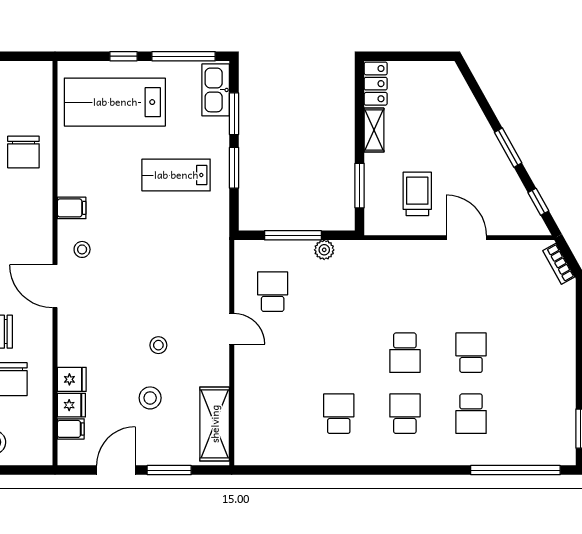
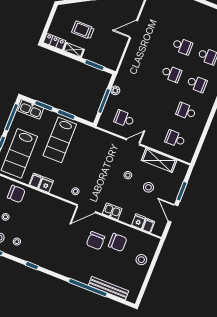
chair: (23, 152) -> (16, 194), moved
lab bench: (176, 175) -> (60, 140), width x1.36, depth x1.39
trolley: (417, 194) -> (83, 30), moved
filing cabinet: (72, 208) -> (36, 181), moved
kitchen sink: (71, 342) -> (112, 211), added
school desk: (471, 353) -> (182, 46), turned 180
fridge: (72, 379) -> (46, 185), moved
school desk: (273, 414) -> (175, 139), added
school desk: (405, 414) -> (197, 84), turned 180
shelving: (215, 424) -> (159, 160), moved

